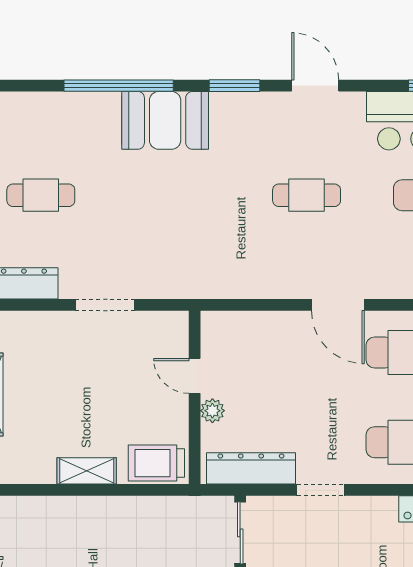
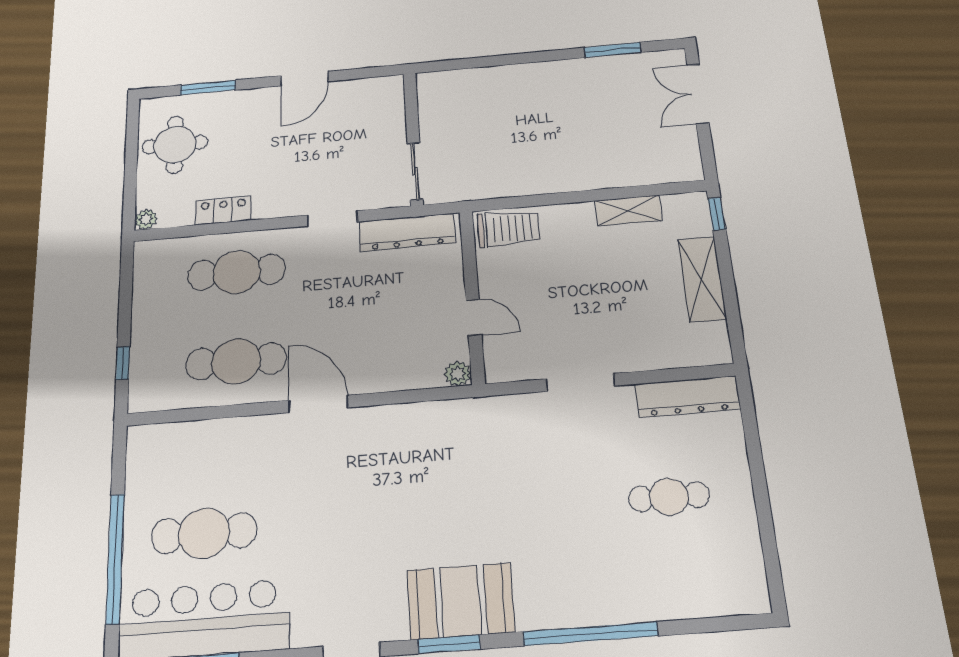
booth: (165, 120) -> (460, 601), moved
cafe table: (307, 195) -> (357, 521), removed
plant: (212, 411) -> (458, 374), moved
shelving: (87, 471) -> (628, 210), moved

